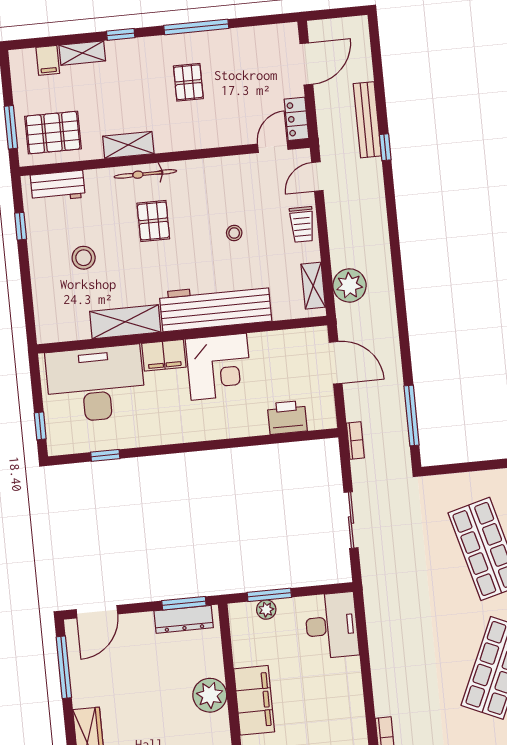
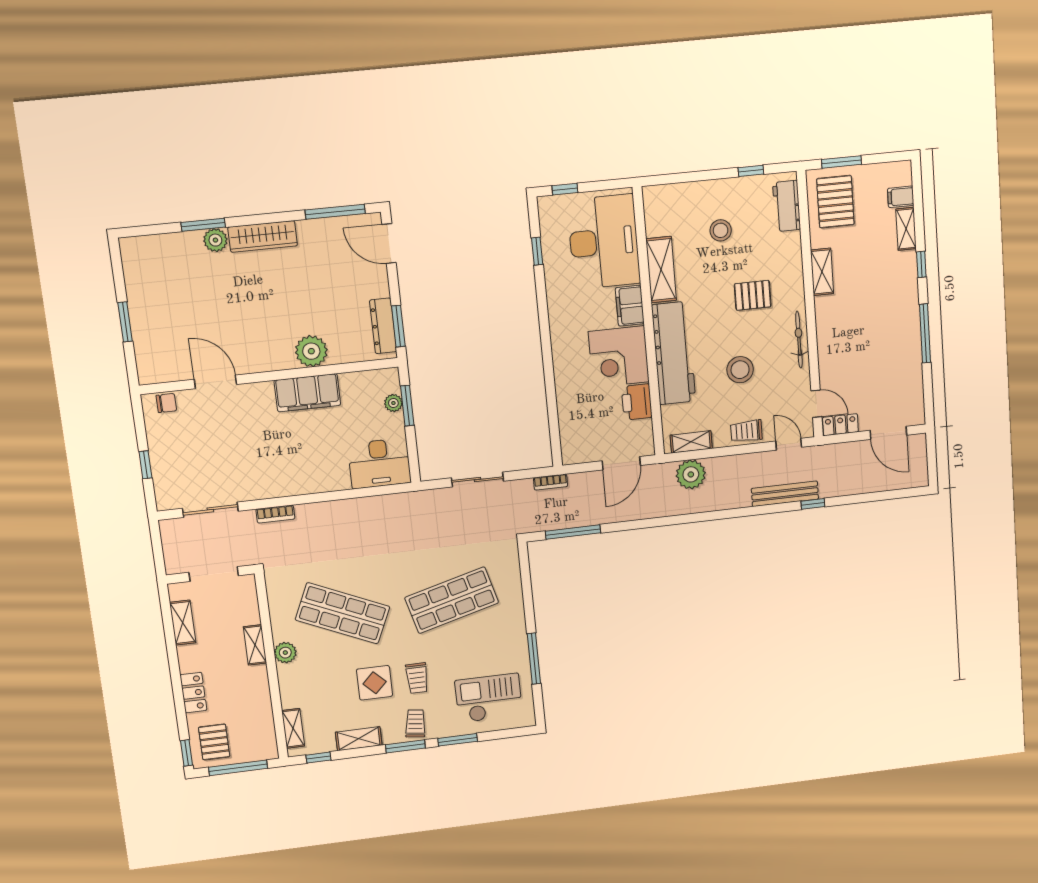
pallet: (188, 82) -> (876, 327), removed
bench: (367, 120) -> (785, 494), moved
bicycle: (145, 174) -> (799, 340), moved
stool: (234, 233) -> (740, 370), width x1.89, depth x1.89
printer: (287, 417) -> (637, 402), moved, turned 180

